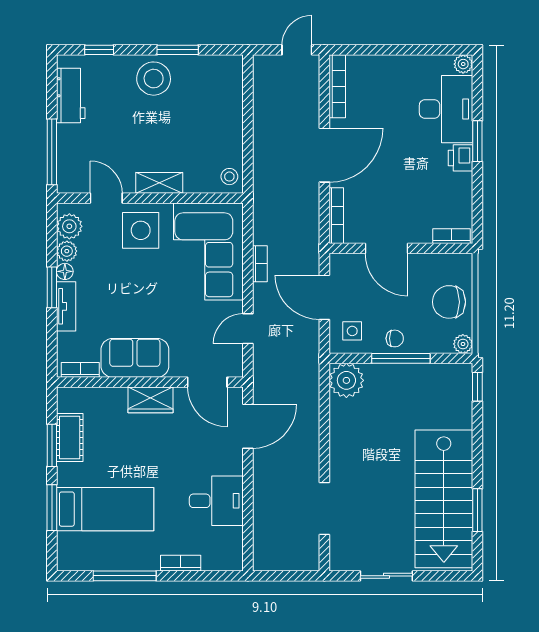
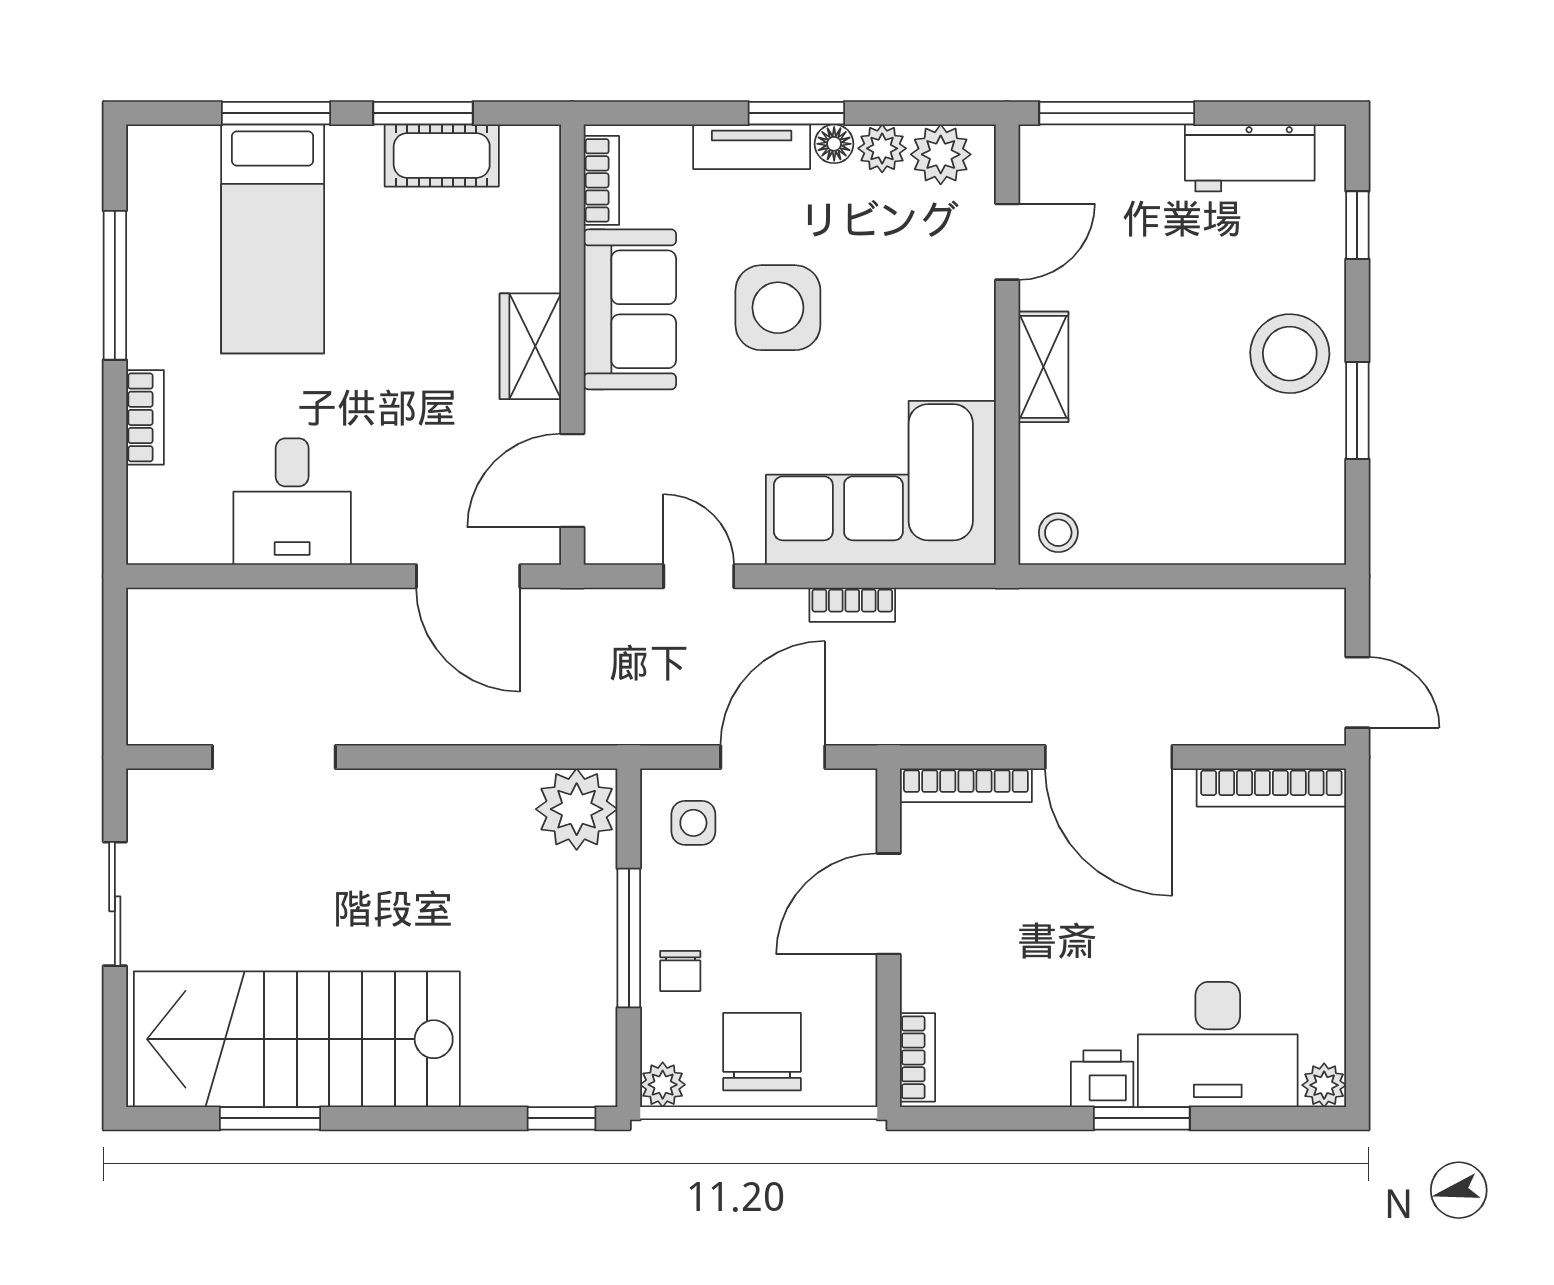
side table: (141, 230) -> (778, 308), moved
chair: (395, 338) -> (680, 971), moved

